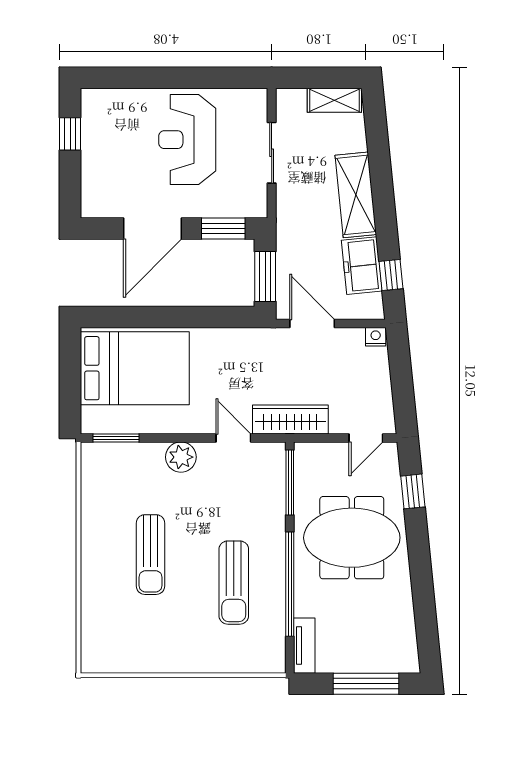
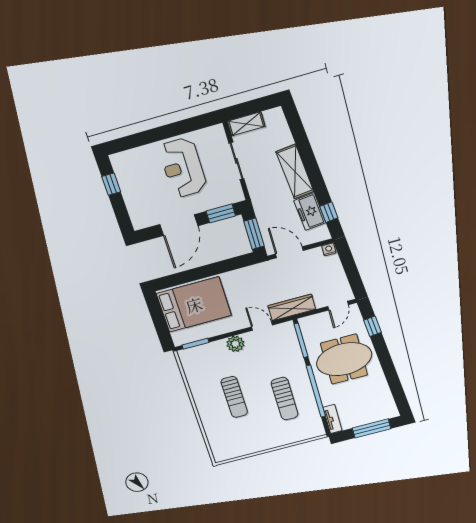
shelving: (334, 100) -> (246, 124), moved

